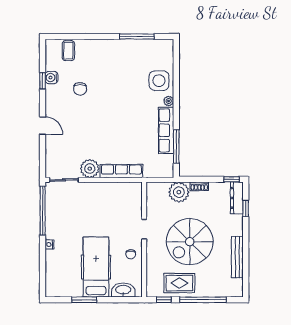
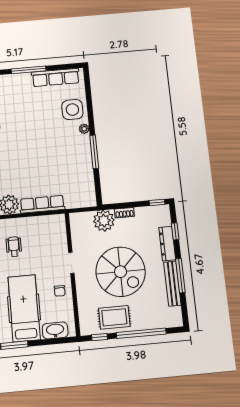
window: (137, 36) -> (29, 70), moved
row of seats: (166, 130) -> (56, 77), moved, turned -90
window: (176, 146) -> (94, 152), moved
dresser: (237, 198) -> (167, 244), moved
wheelchair: (91, 209) -> (14, 247), added
spiral stairs: (190, 242) -> (121, 272), turned -90
window: (246, 251) -> (180, 276), added

